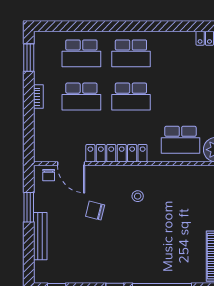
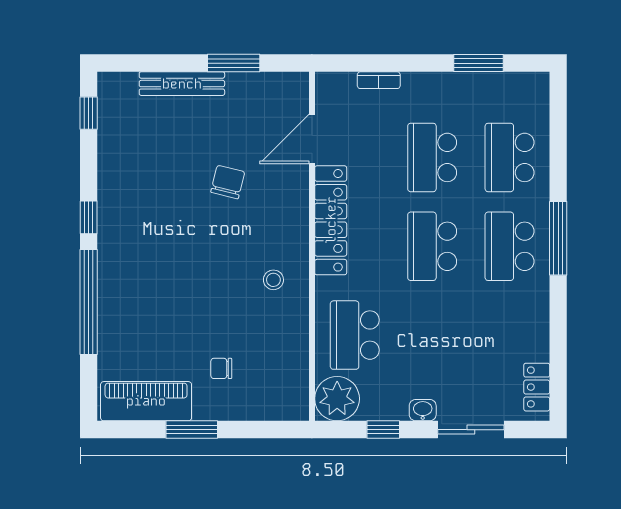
window: (127, 26) -> (558, 238), added
window: (29, 58) -> (478, 63), moved
bookcase: (38, 97) -> (379, 80), moved
chair: (49, 175) -> (221, 368), moved
stool: (138, 196) -> (273, 280), moved

